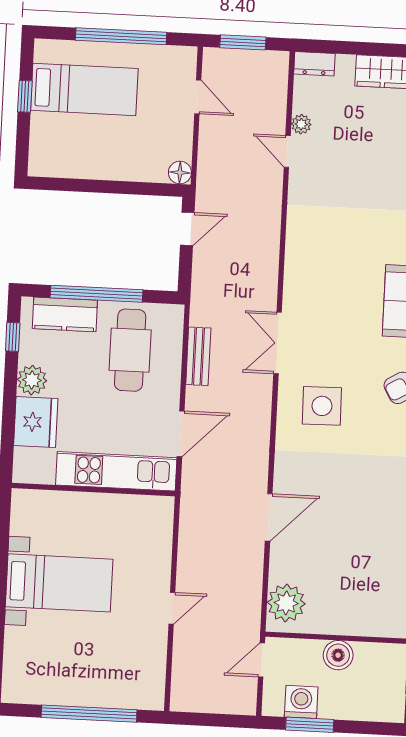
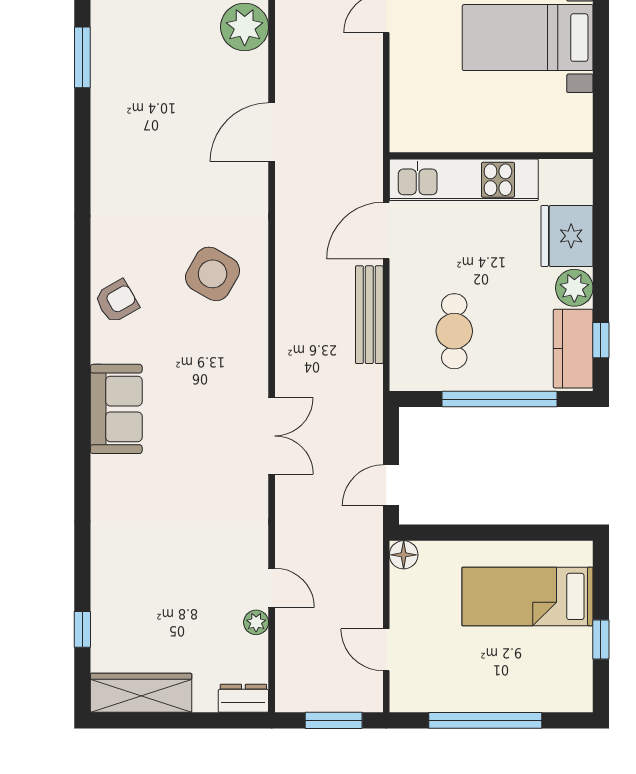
bed: (84, 89) -> (528, 596), moved
kitchen counter: (65, 314) -> (573, 349), moved, turned -90
double door: (278, 343) -> (272, 436), moved
cafe table: (130, 350) -> (454, 331), width x0.73, depth x0.74
bench: (198, 356) -> (369, 315), width x1.36
side table: (322, 406) -> (213, 274), turned 31

